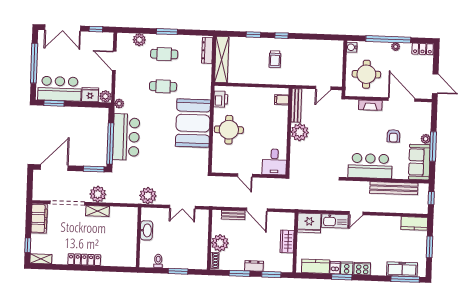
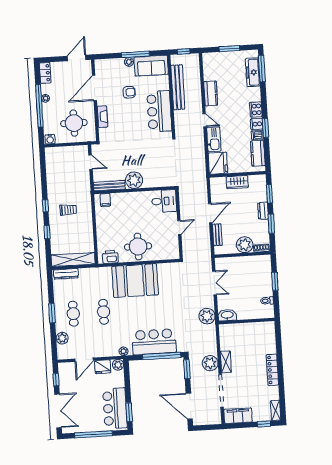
fridge: (90, 95) -> (103, 367), moved, turned -90
kitchen counter: (414, 223) -> (211, 93), moved
washbasin: (146, 230) -> (227, 315), moved

